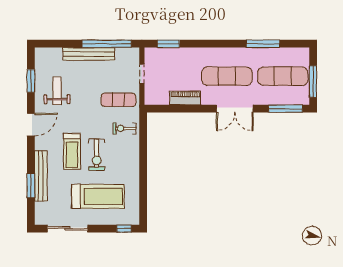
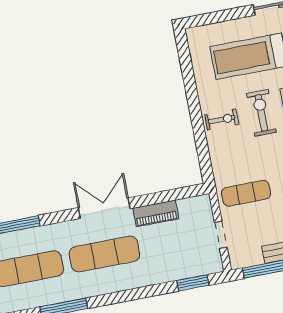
double door: (235, 109) -> (104, 208), moved
exercise bike: (125, 128) -> (222, 120), moved
window: (124, 229) -> (205, 19), removed

